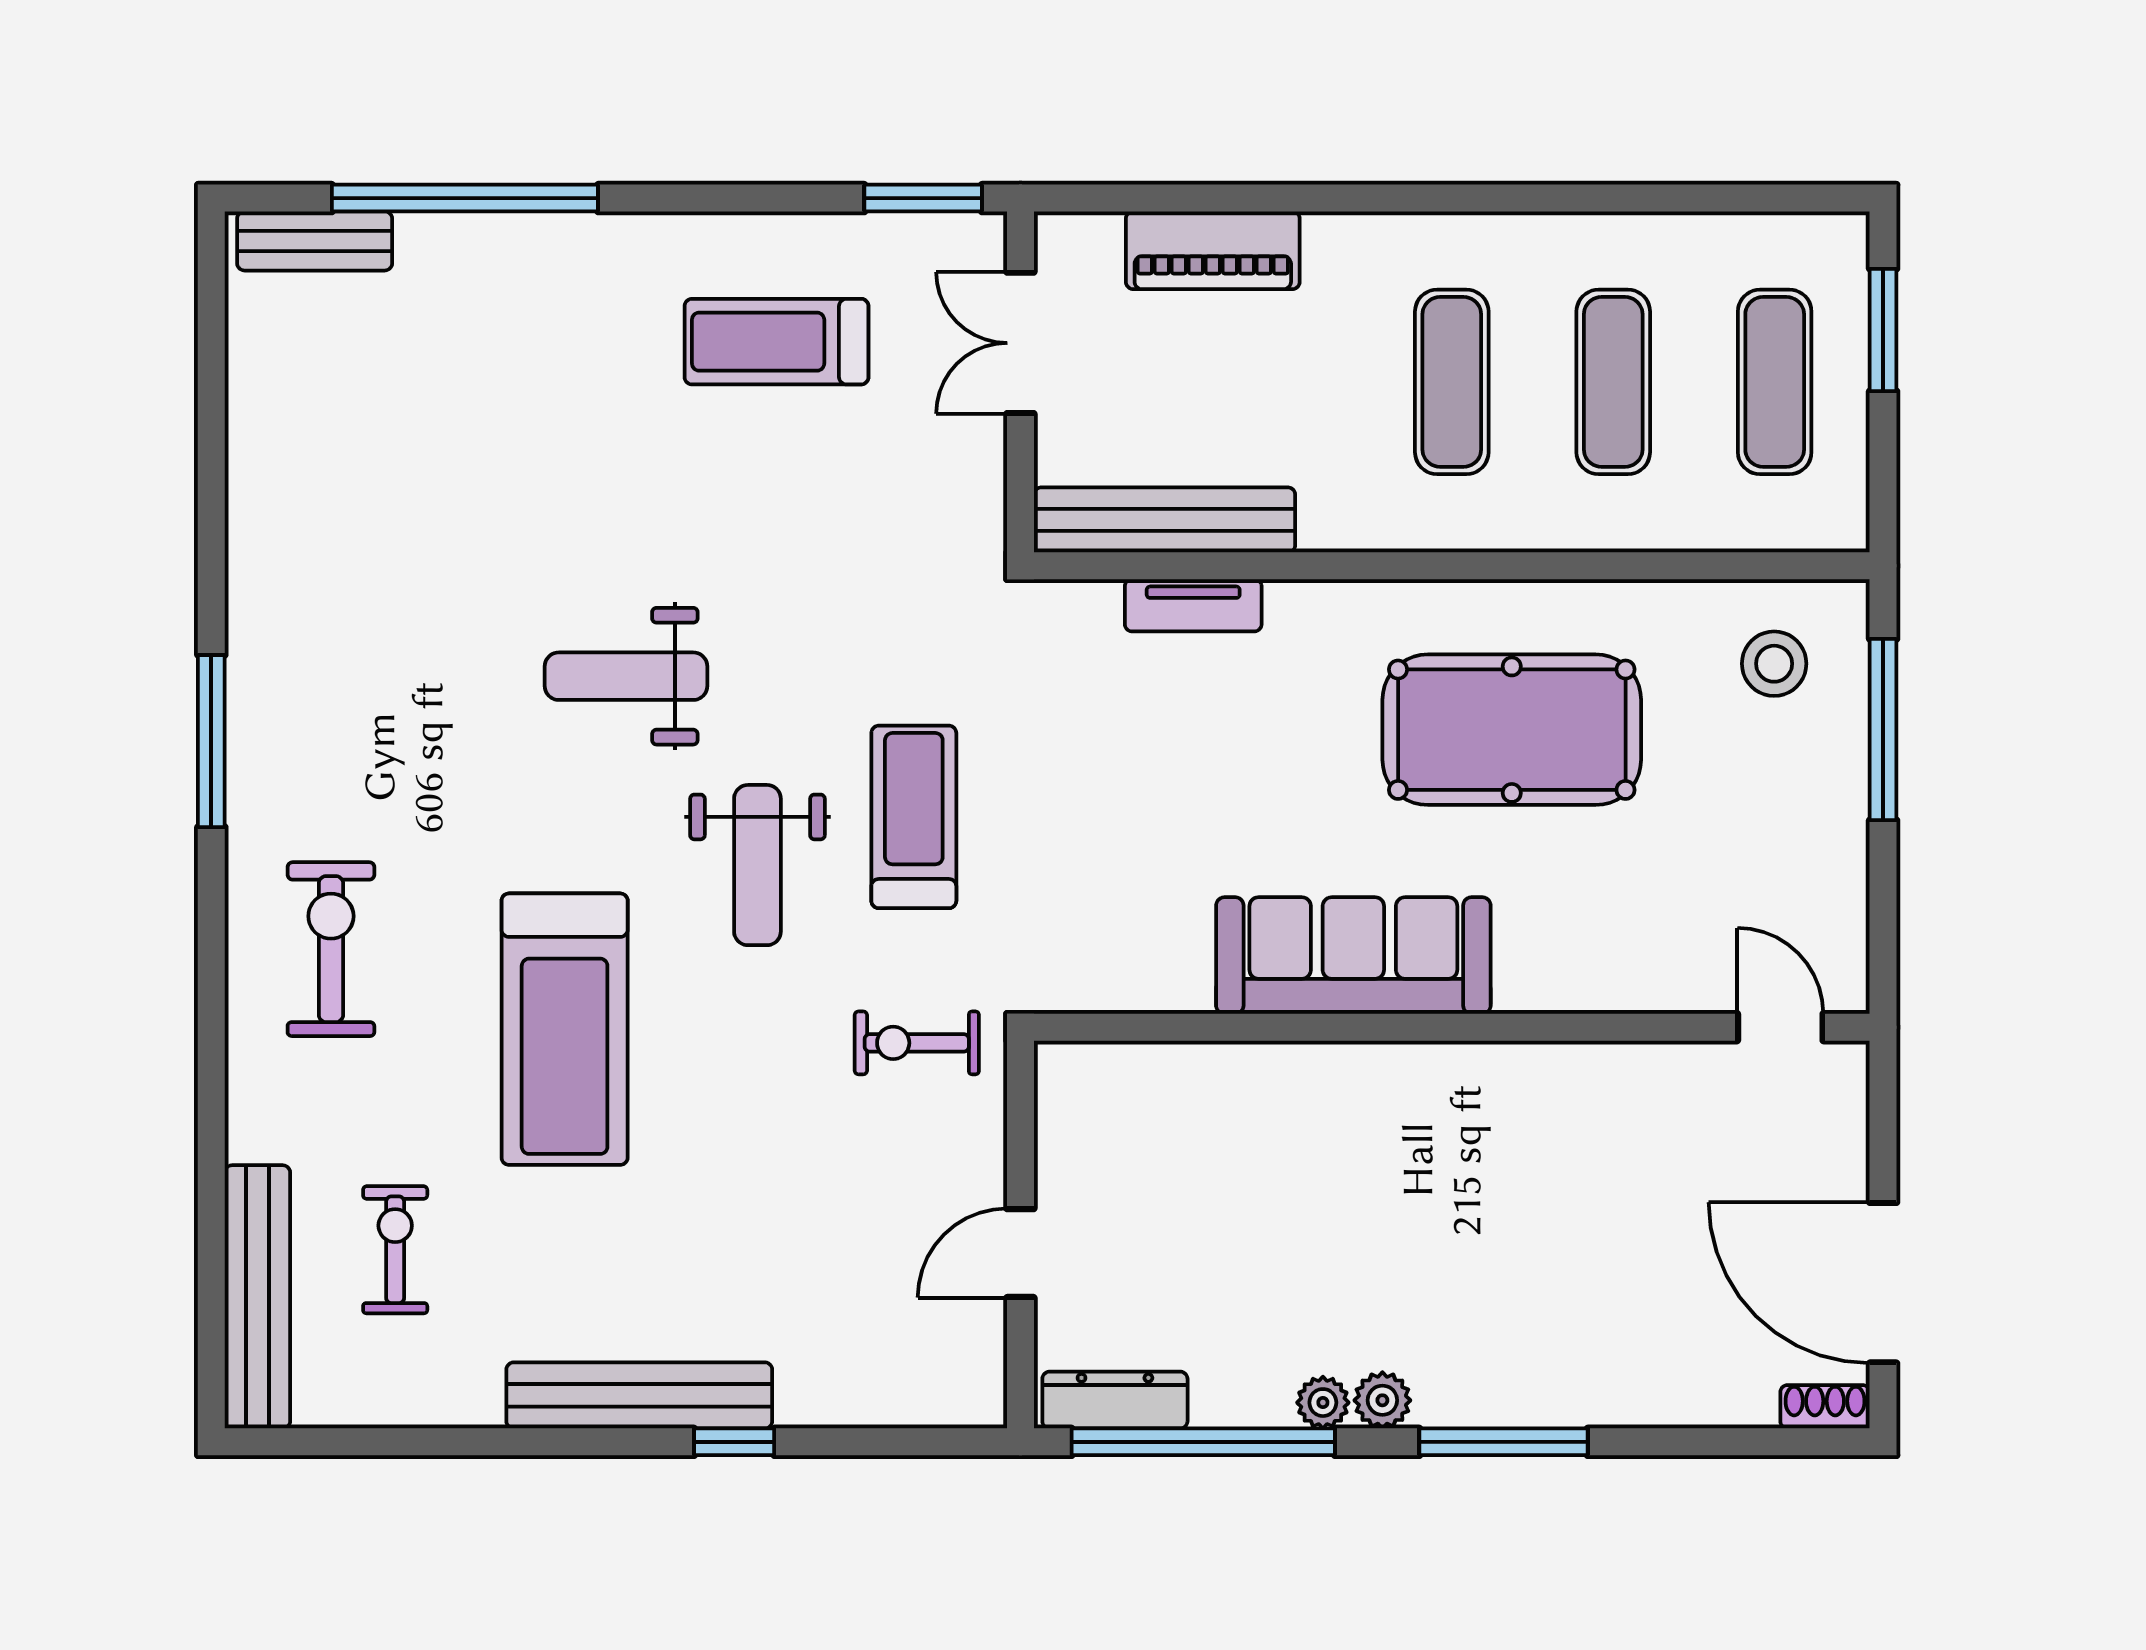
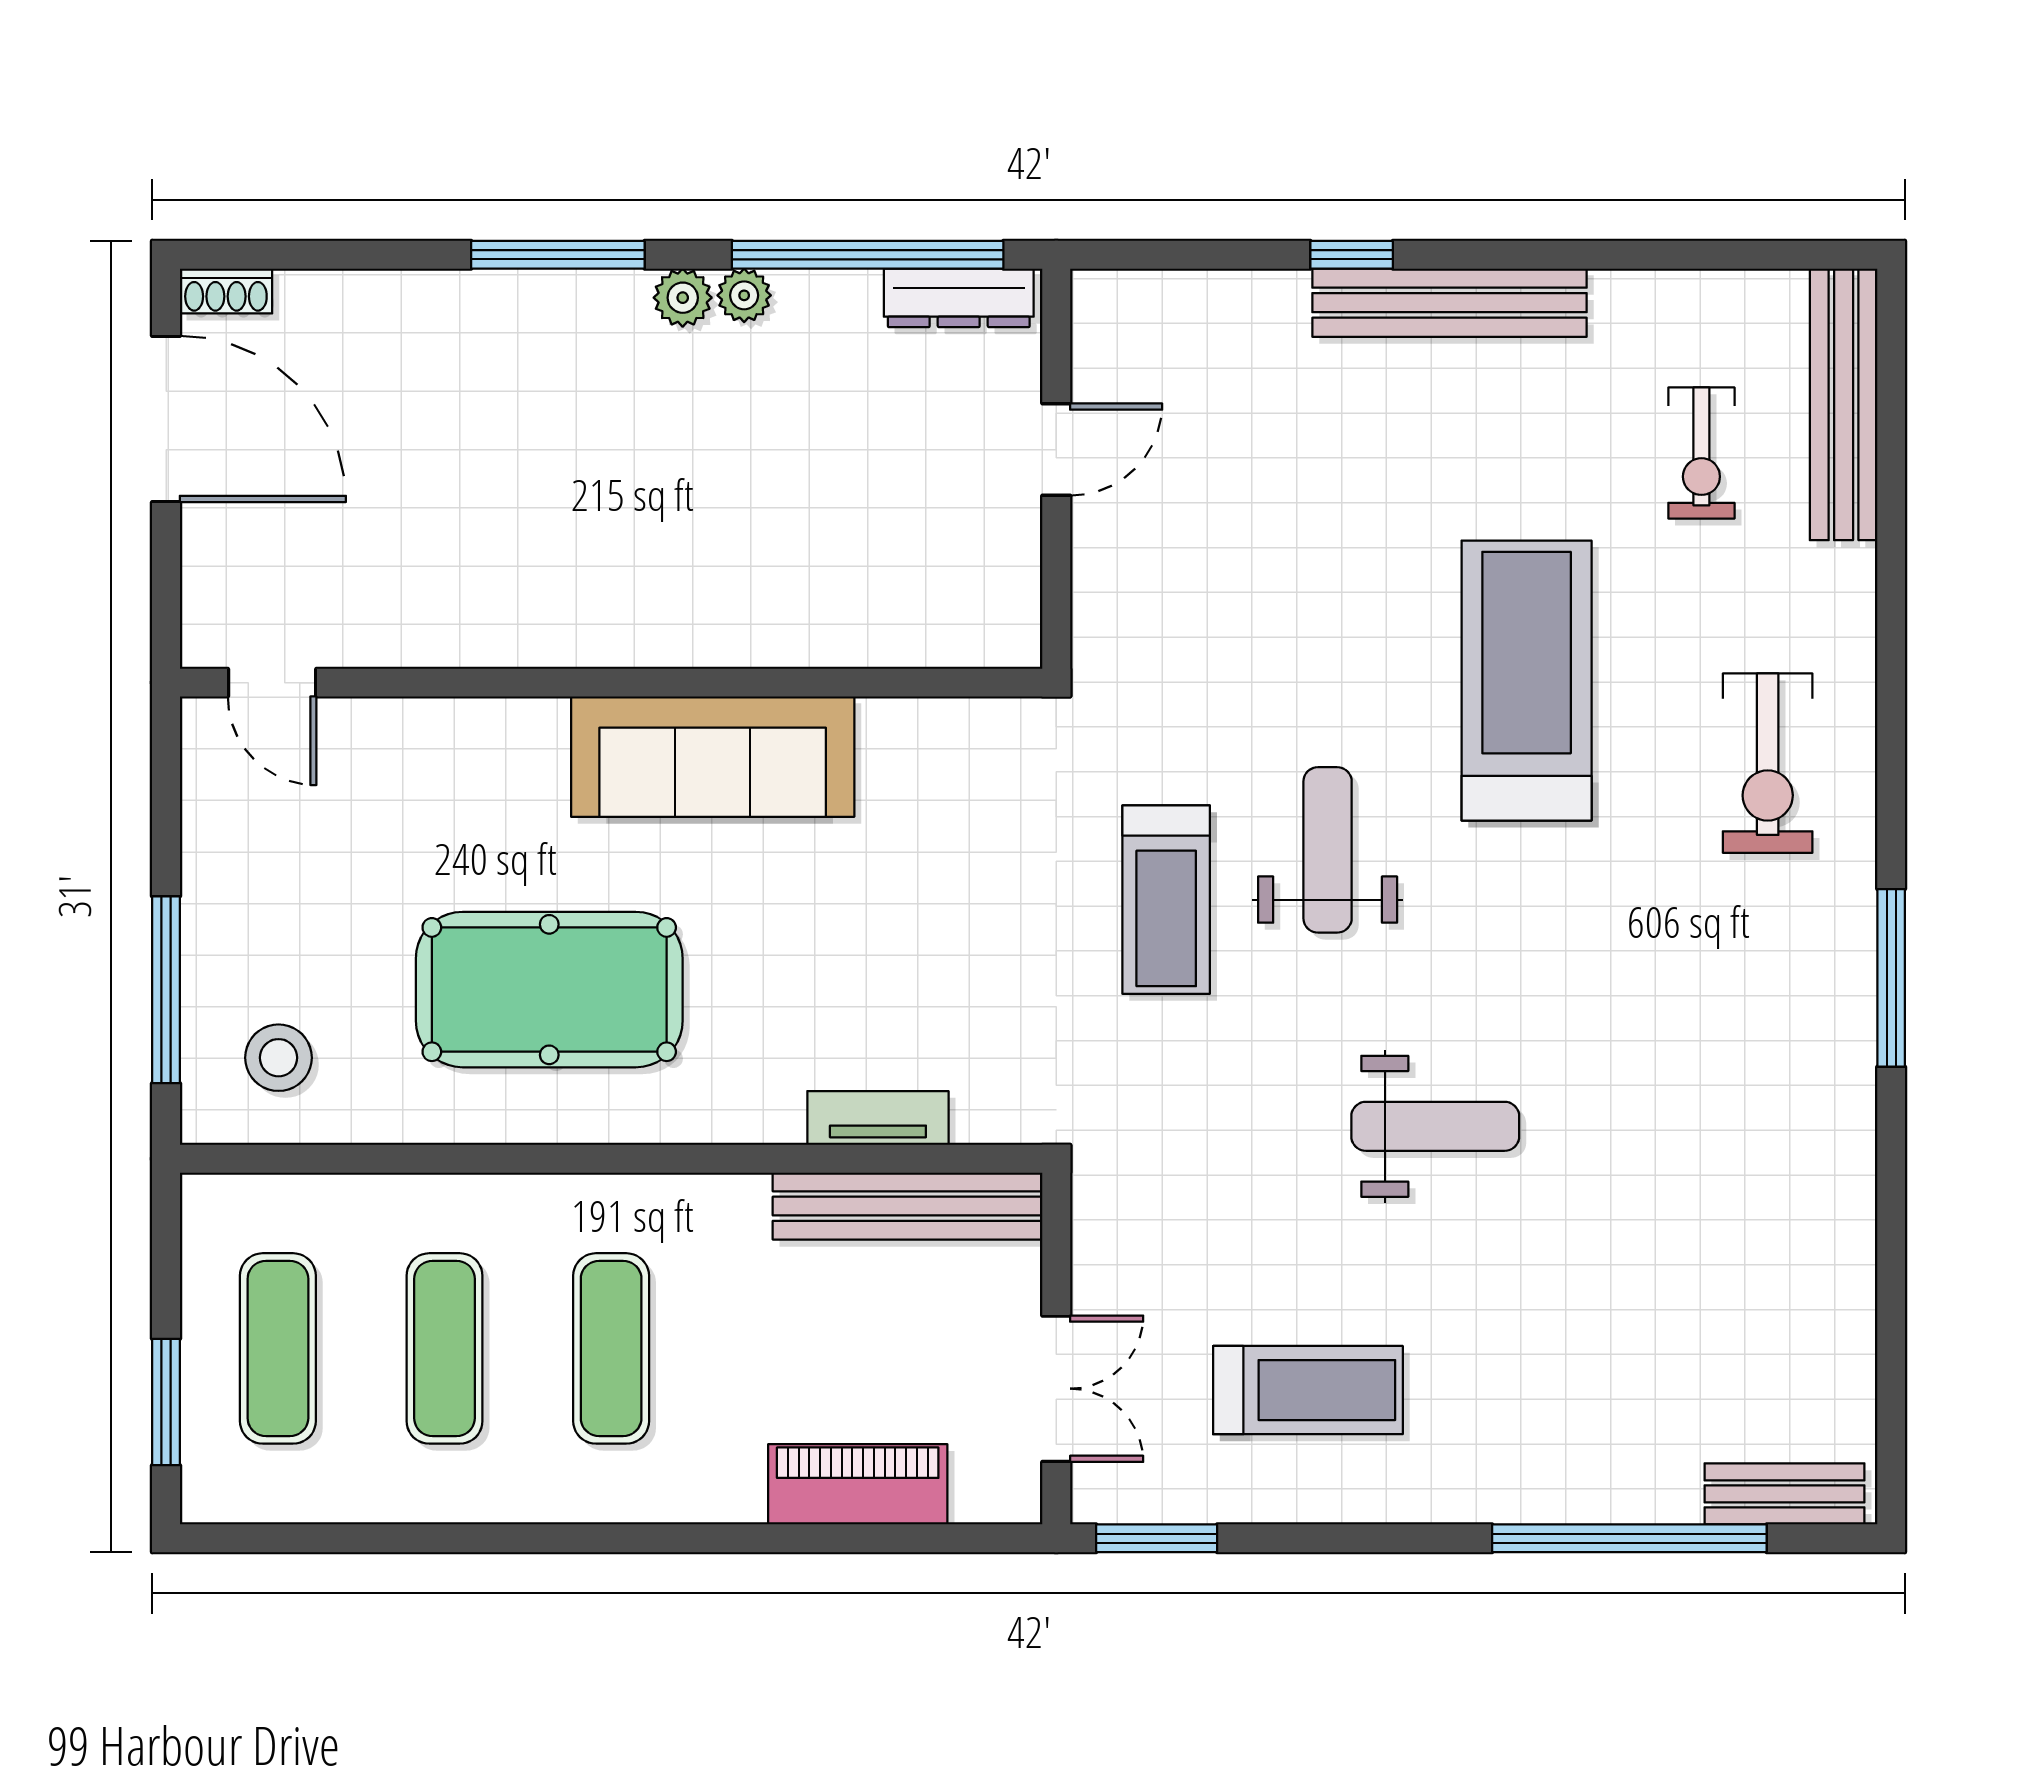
weight bench: (626, 676) -> (1435, 1126), moved
exercise bike: (917, 1043) -> (1163, 666), removed

